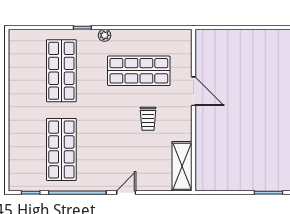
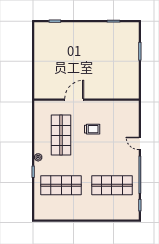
shelving: (182, 166) -> (123, 107), removed

